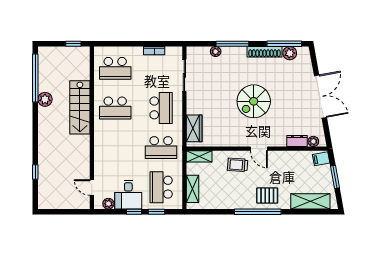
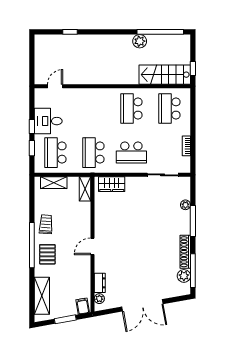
spiral stairs: (254, 101) -> (138, 241), removed
stairs: (80, 107) -> (165, 75), moved
trolley: (238, 165) -> (46, 224), moved
school desk: (161, 187) -> (55, 153), turned -90
plant: (108, 204) -> (40, 102), removed

